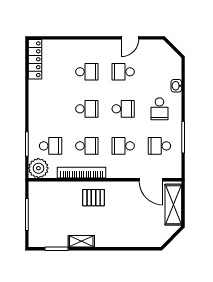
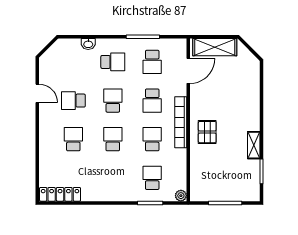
school desk: (123, 72) -> (73, 101), turned 90
plant: (38, 168) -> (181, 196), width x0.53, depth x0.53
bookcase: (82, 173) -> (181, 122), moved

